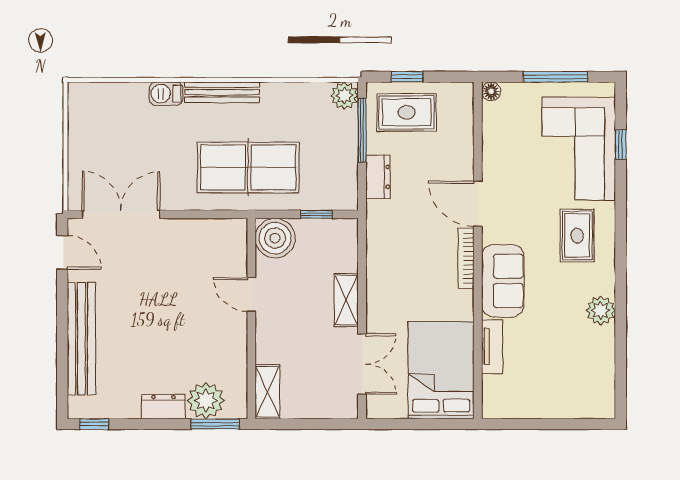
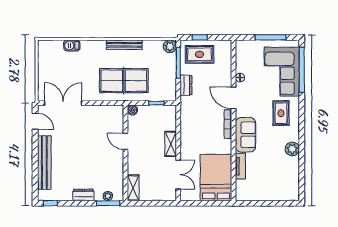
floor lamp: (491, 91) -> (240, 78), moved
bench: (222, 92) -> (124, 45), moved
barbecue: (166, 94) -> (72, 45), moved
window: (621, 145) -> (302, 70), width x3.17
boiler: (275, 238) -> (132, 110), width x0.54, depth x0.54
plant: (206, 400) -> (108, 196), width x0.53, depth x0.53

